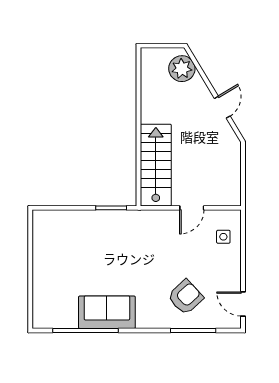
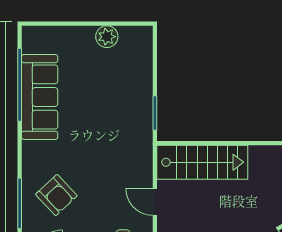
plant: (42, 251) -> (107, 37), added
sofa: (107, 312) -> (40, 97), width x1.36

